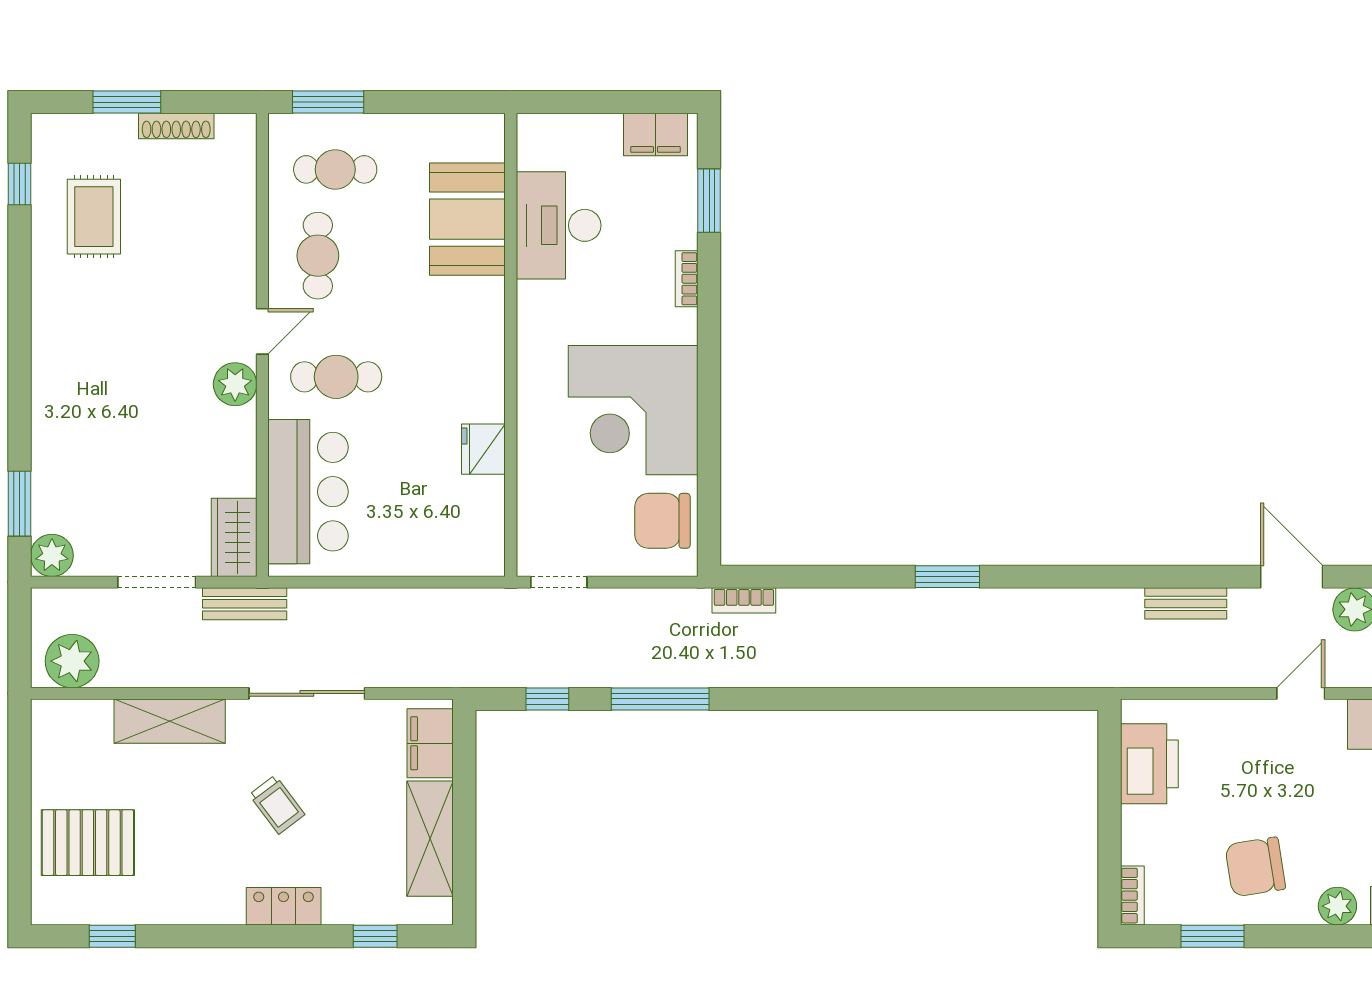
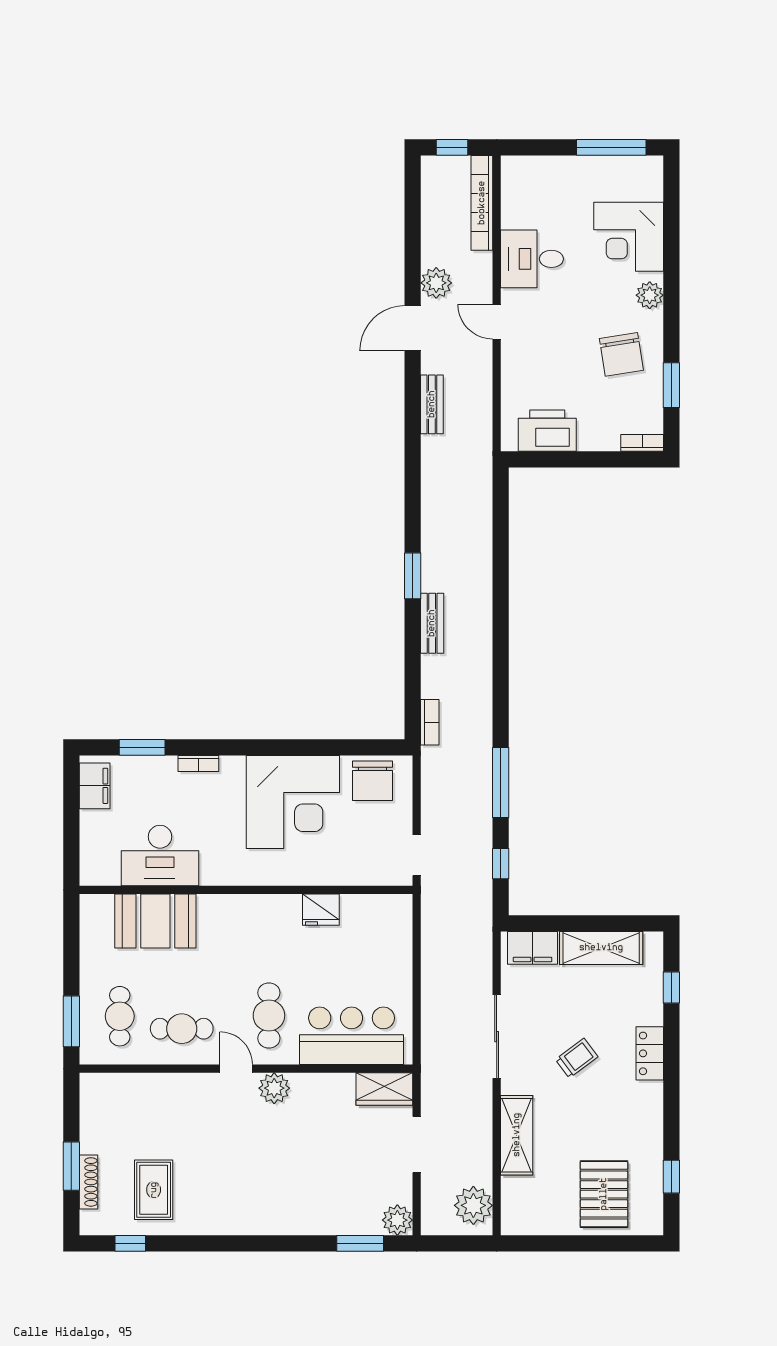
shoe rack: (176, 126) -> (89, 1182), moved
rug: (94, 217) -> (154, 1190), turned 90
bench: (245, 604) -> (432, 623), moved

